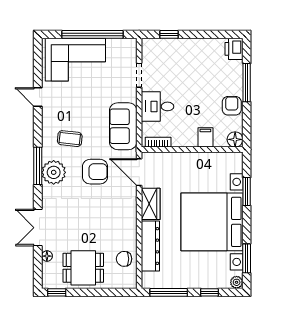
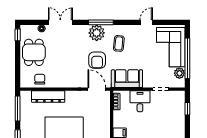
plant: (115, 46) -> (179, 73), added
door: (139, 172) -> (97, 89), hinge flipped
wardrobe: (151, 204) -> (76, 97), removed

